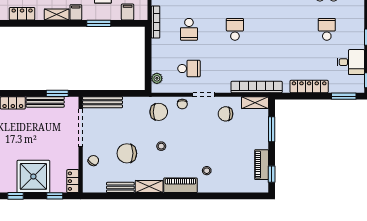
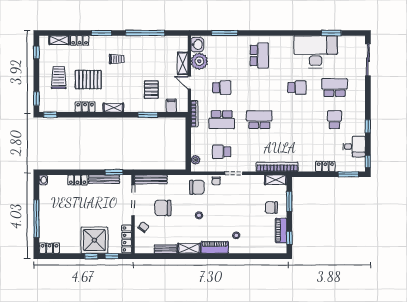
filing cabinet: (76, 12) -> (129, 106), removed
school desk: (189, 29) -> (222, 120), width x1.85
school desk: (235, 29) -> (259, 120), width x1.85
school desk: (189, 69) -> (222, 152), turned 180
locker: (309, 86) -> (325, 167), width x0.66
chair: (226, 114) -> (271, 208), moved
chair: (127, 153) -> (163, 208), moved
locker: (73, 181) -> (127, 239), width x1.53
window: (16, 196) -> (91, 256), moved

